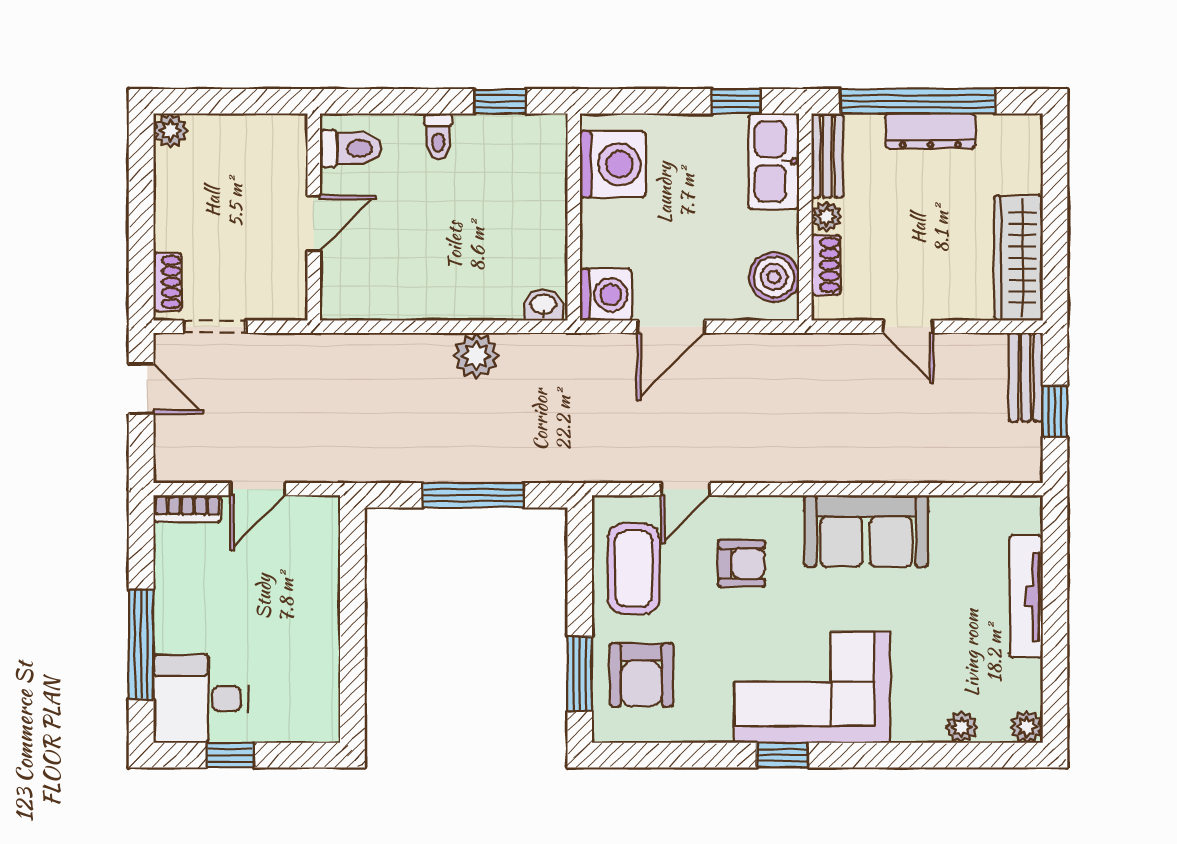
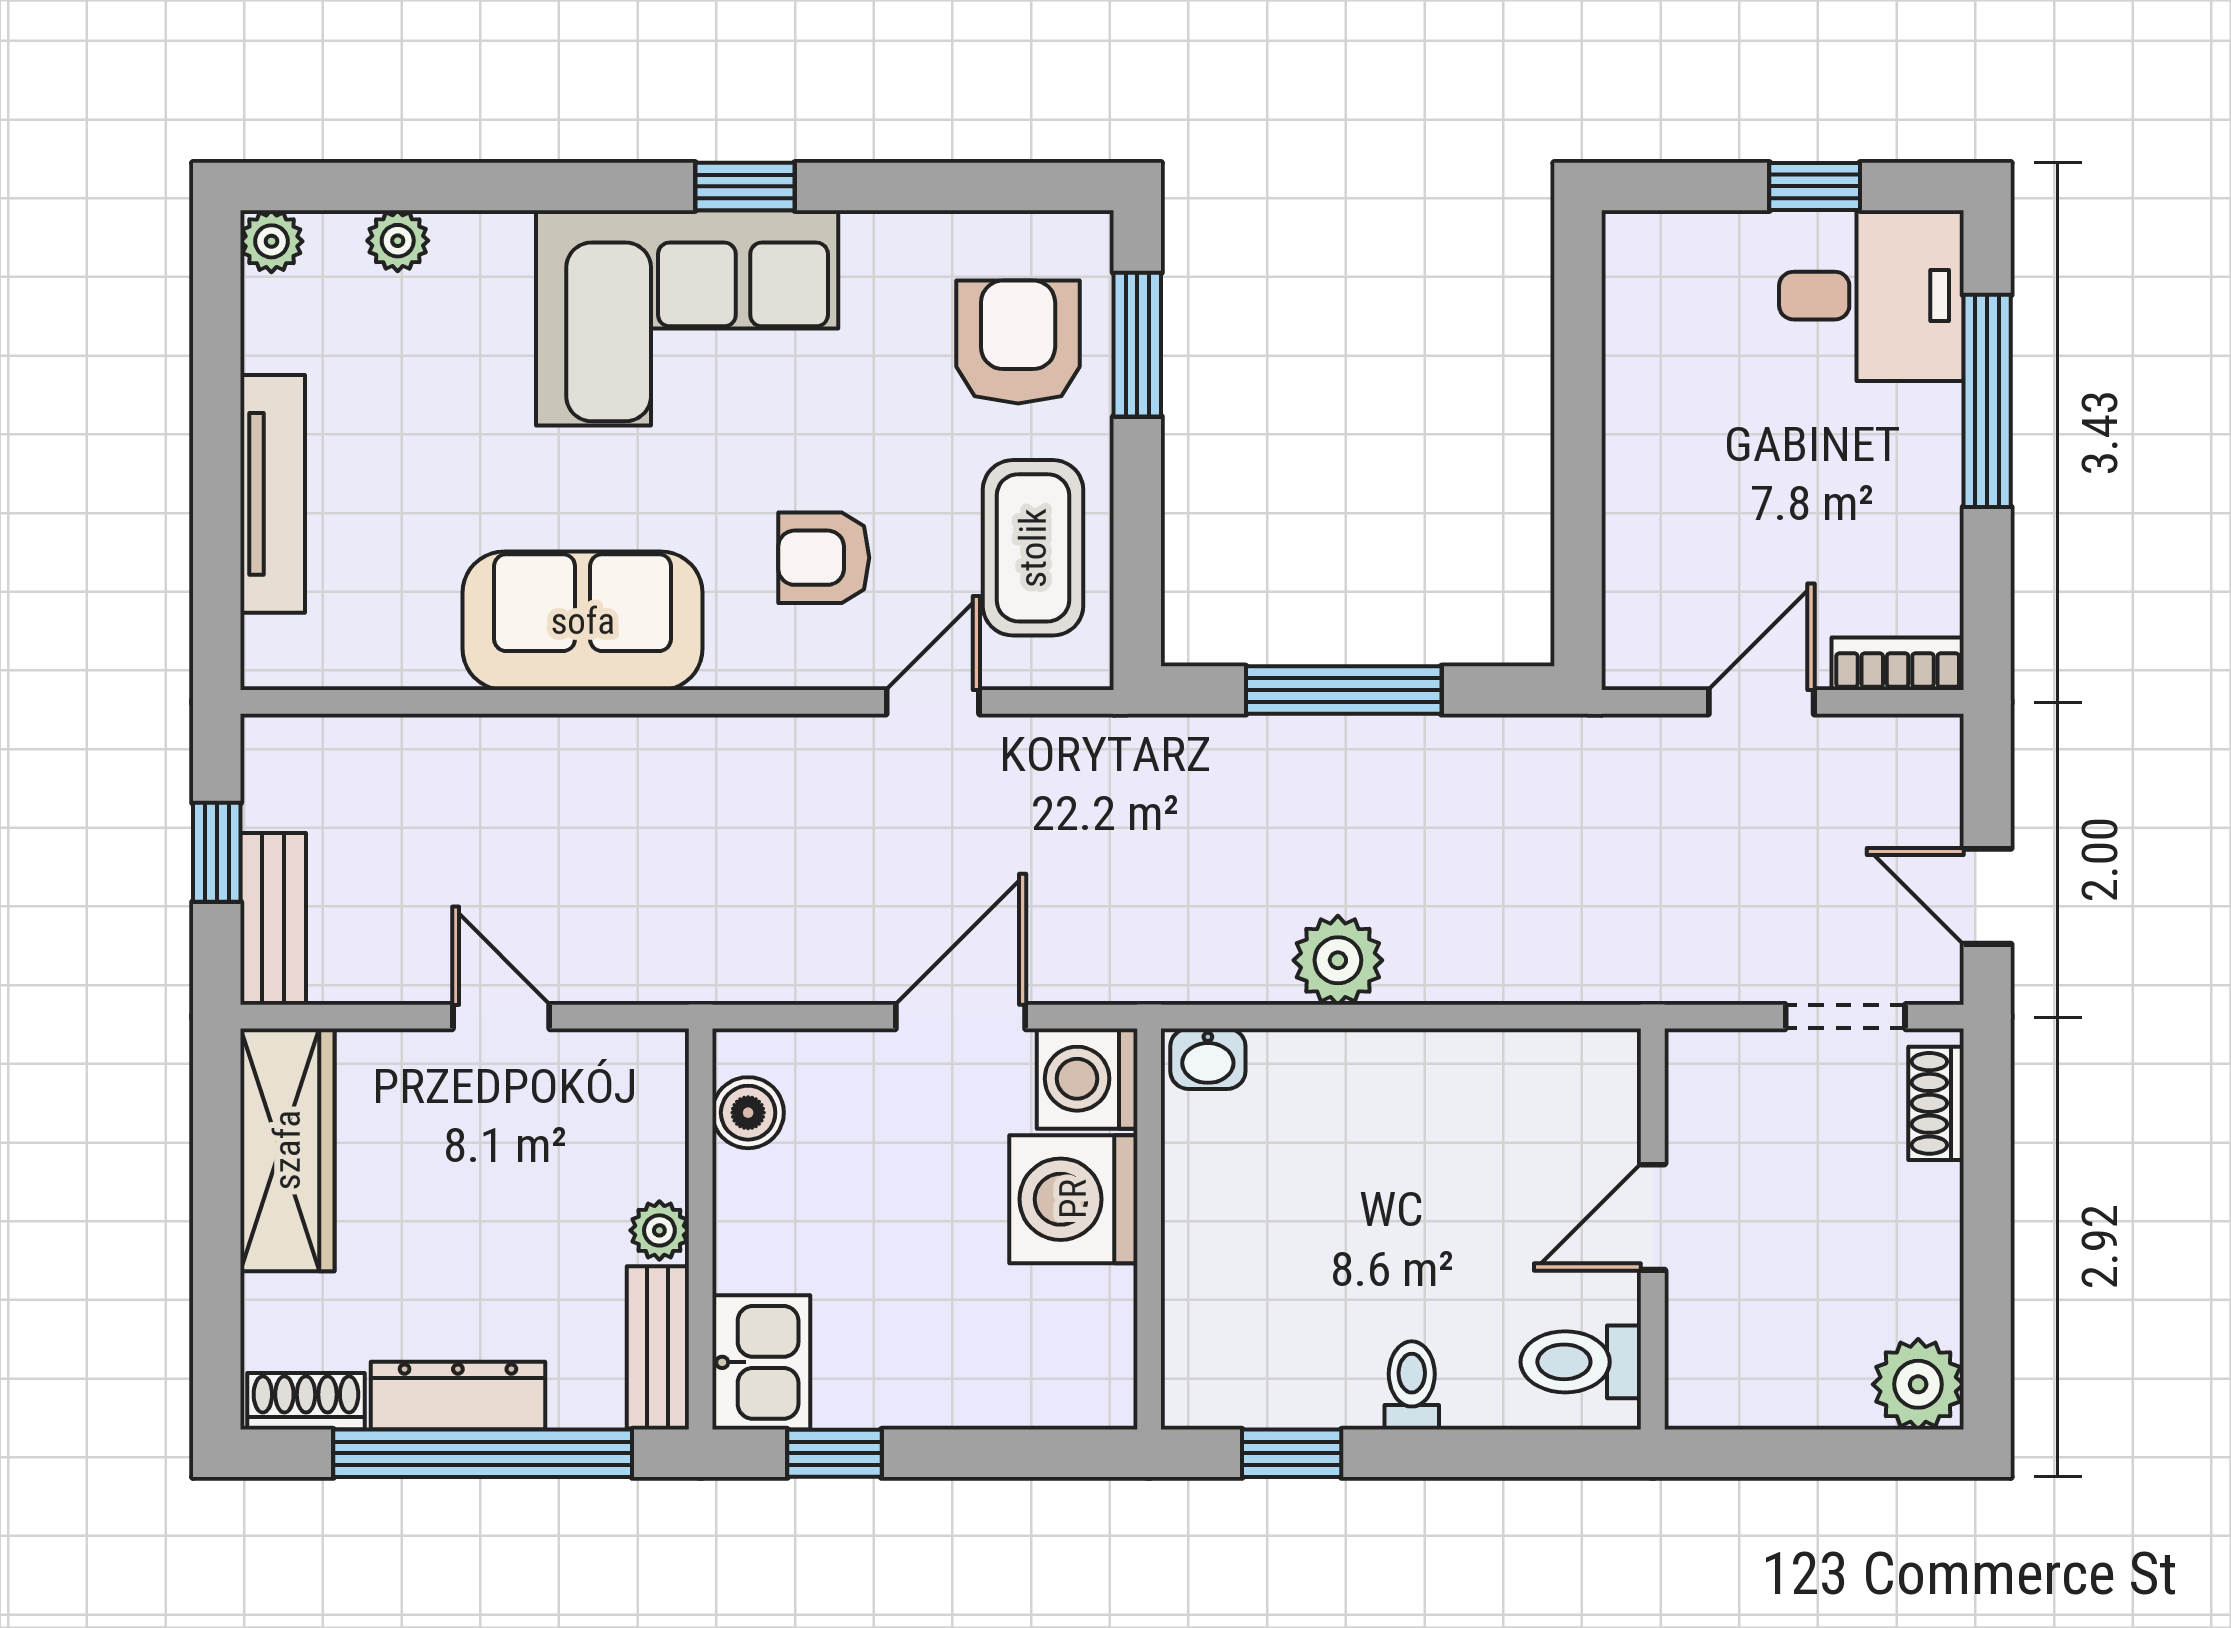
plant: (170, 131) -> (1918, 1384), width x1.38, depth x1.38
kitchen sink: (774, 161) -> (761, 1362), width x0.73
washing machine: (613, 164) -> (1073, 1199), moved
shoe rack: (826, 265) -> (306, 1401), moved, turned 90
boiler: (774, 277) -> (748, 1113), width x0.73, depth x0.73

